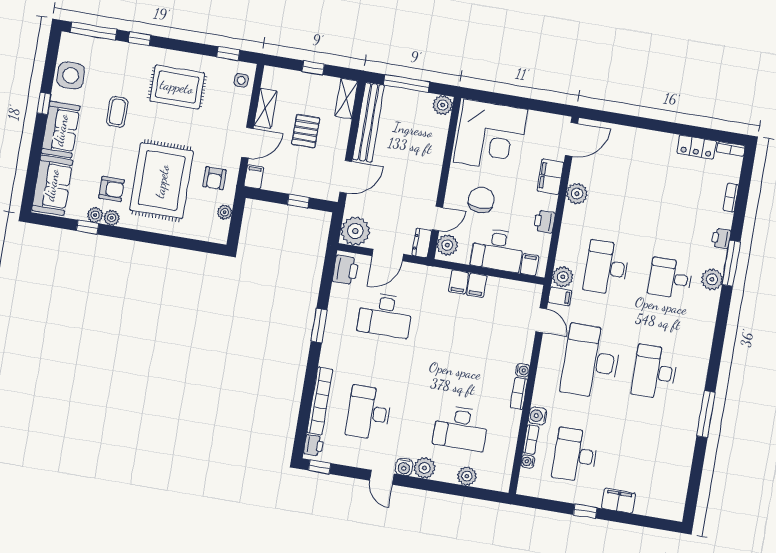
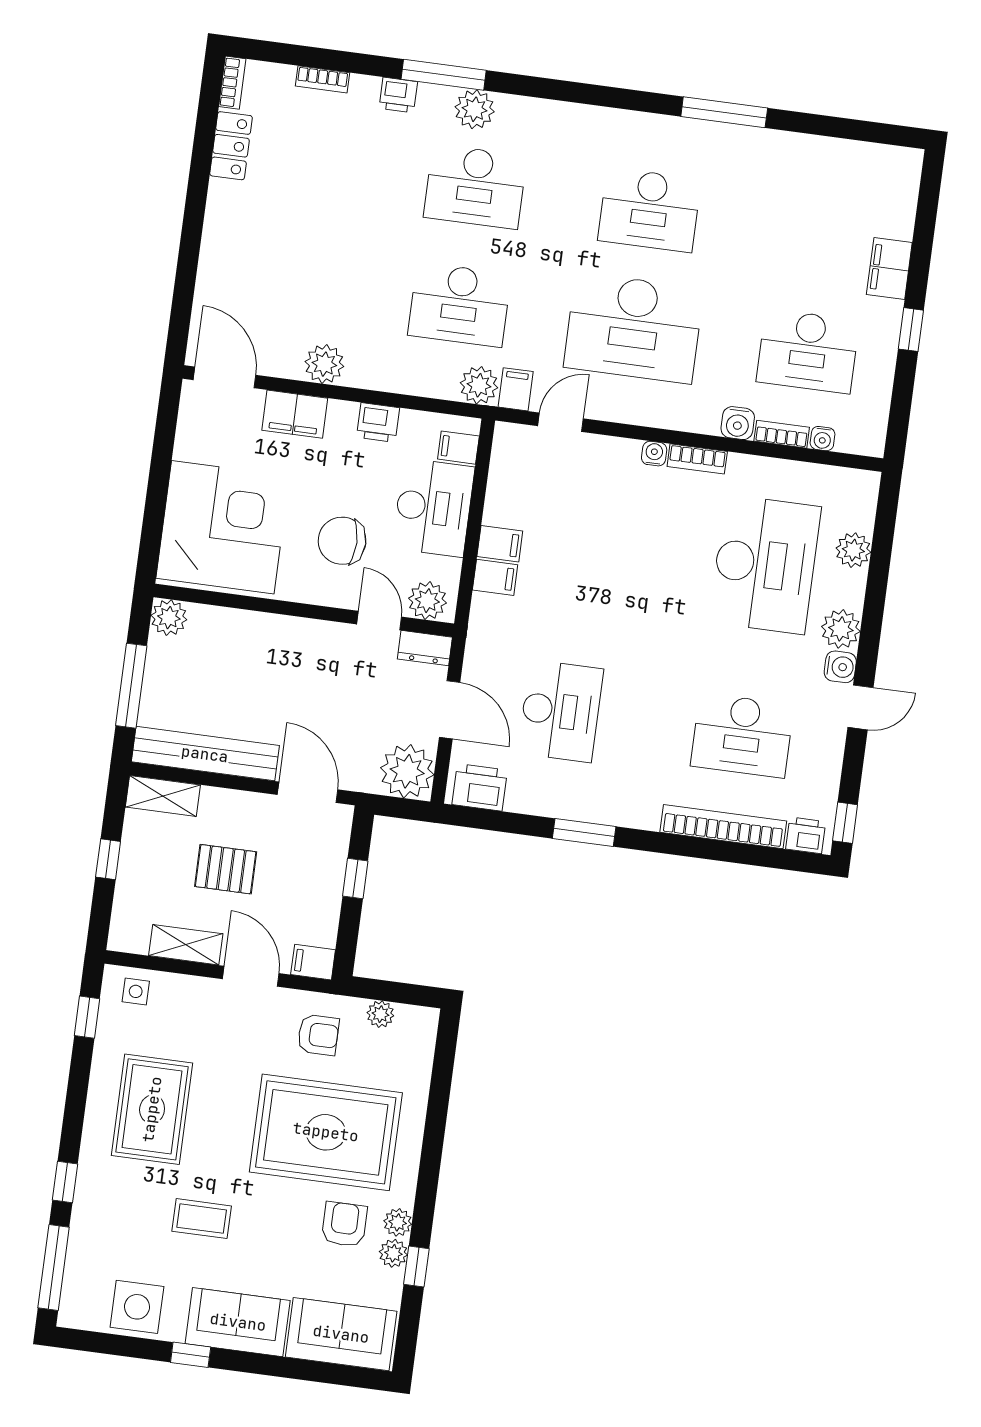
desk: (670, 278) -> (475, 187), width x1.37
desk: (461, 428) -> (765, 564), width x1.36, depth x1.30

